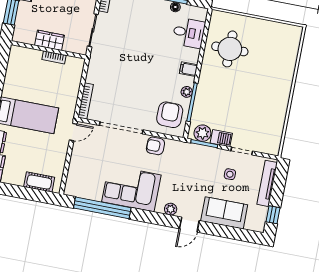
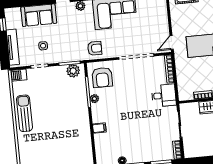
desk: (189, 33) -> (164, 95), moved, turned 180
round table: (230, 49) -> (71, 141), removed
filing cabinet: (189, 69) -> (99, 128), moved
sun lounger: (277, 99) -> (24, 113), added
barbecue: (221, 138) -> (19, 75), moved
armchair: (155, 146) -> (95, 48), moved

